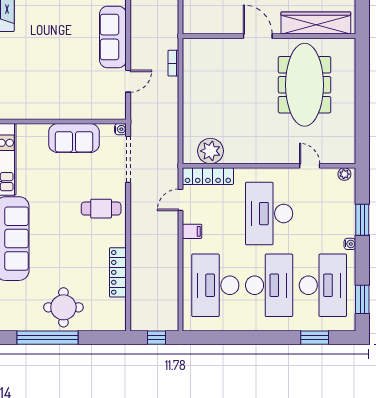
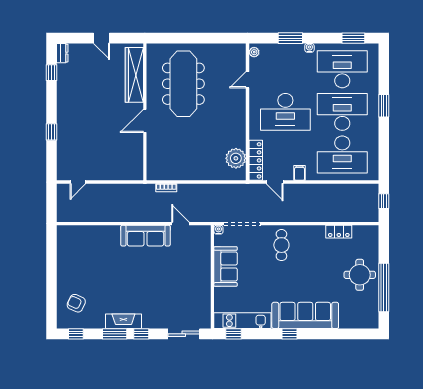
meeting table: (305, 85) -> (183, 84), turned 90
locker: (118, 272) -> (339, 232), width x0.66
window: (315, 338) -> (384, 106), moved

